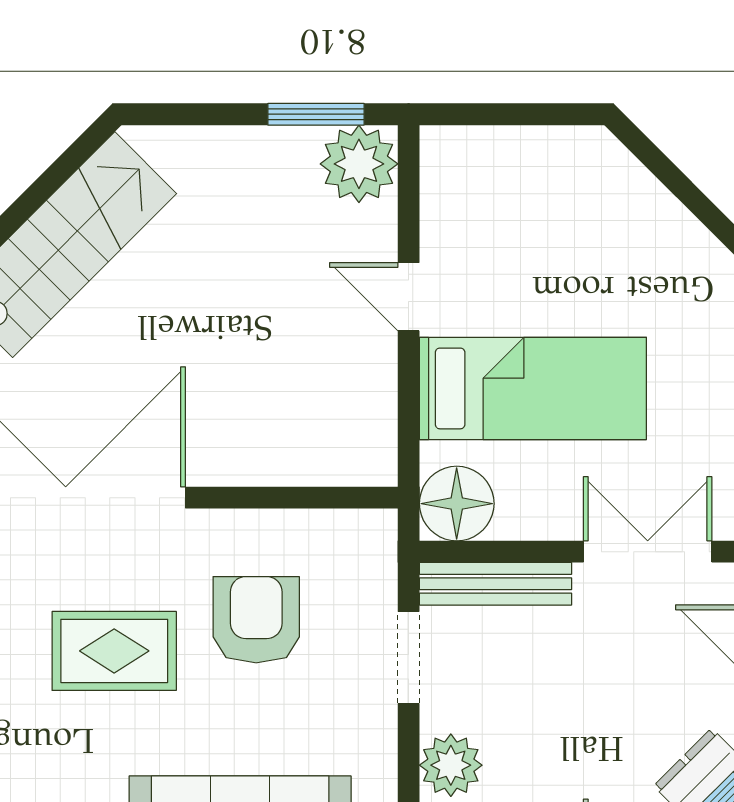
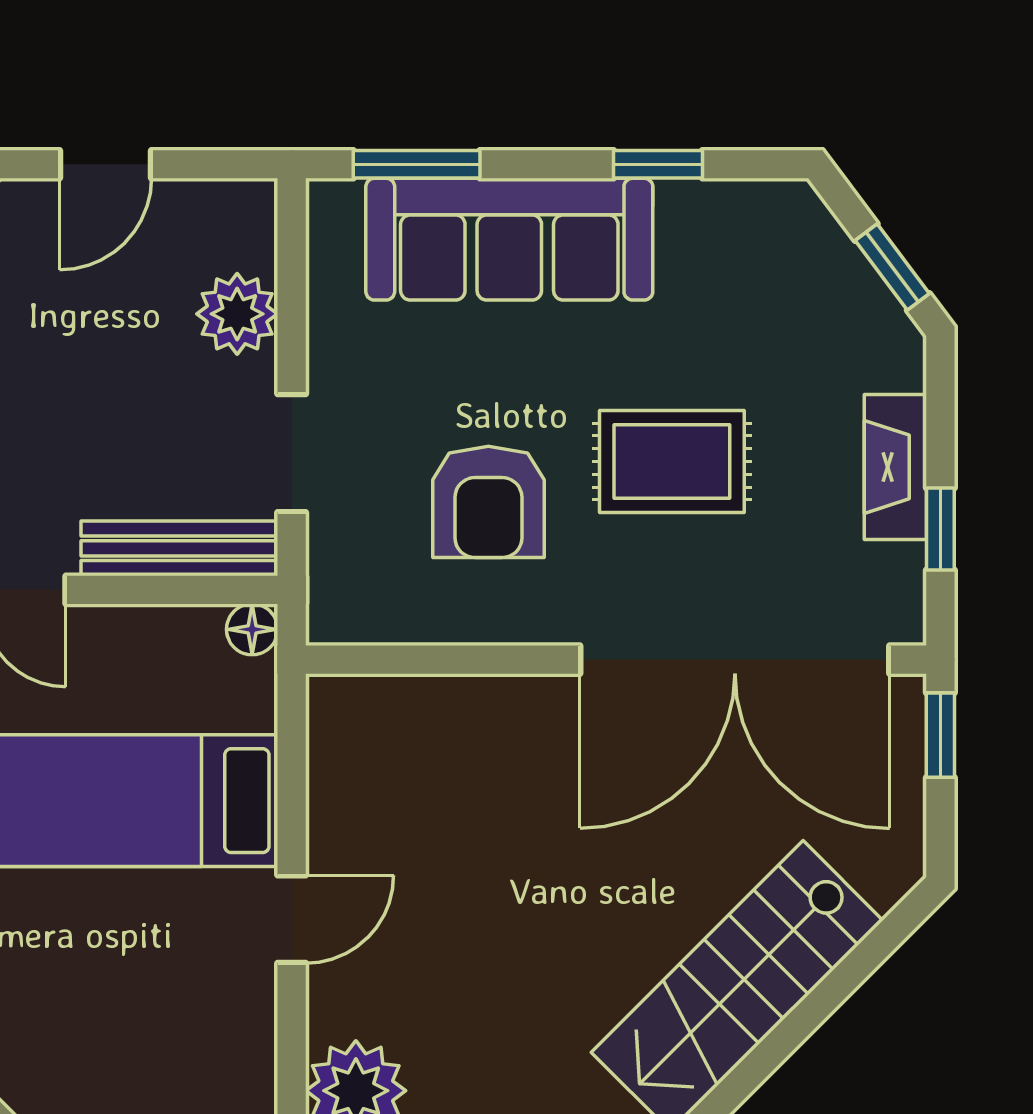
door: (409, 297) -> (292, 919), hinge flipped
floor lamp: (457, 504) -> (252, 629), width x0.53, depth x0.53

